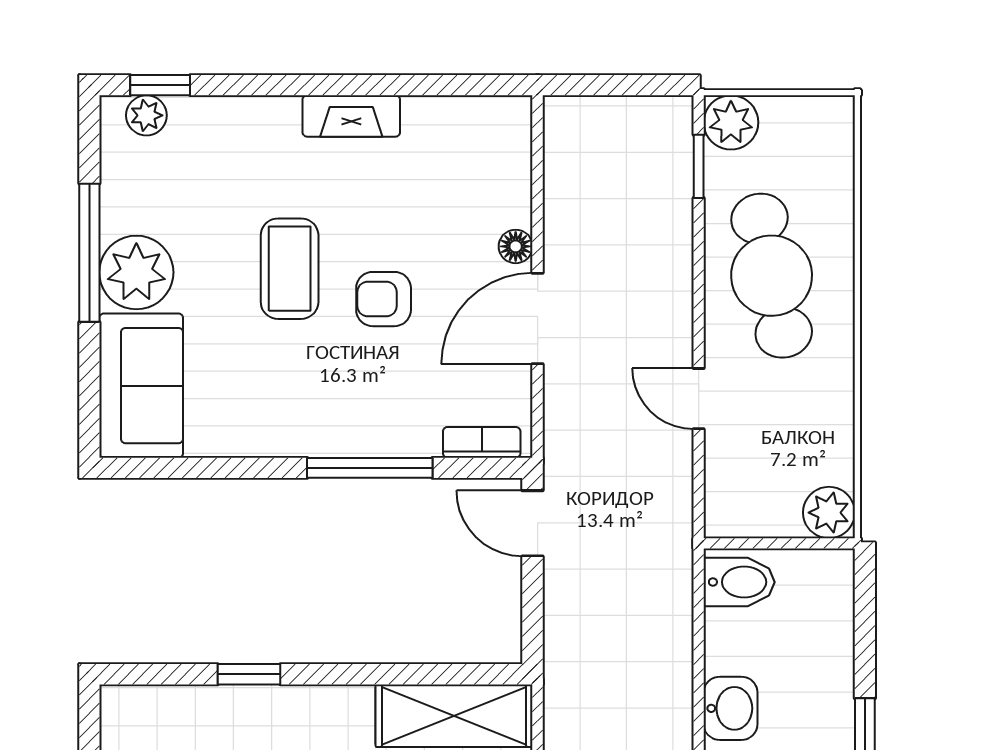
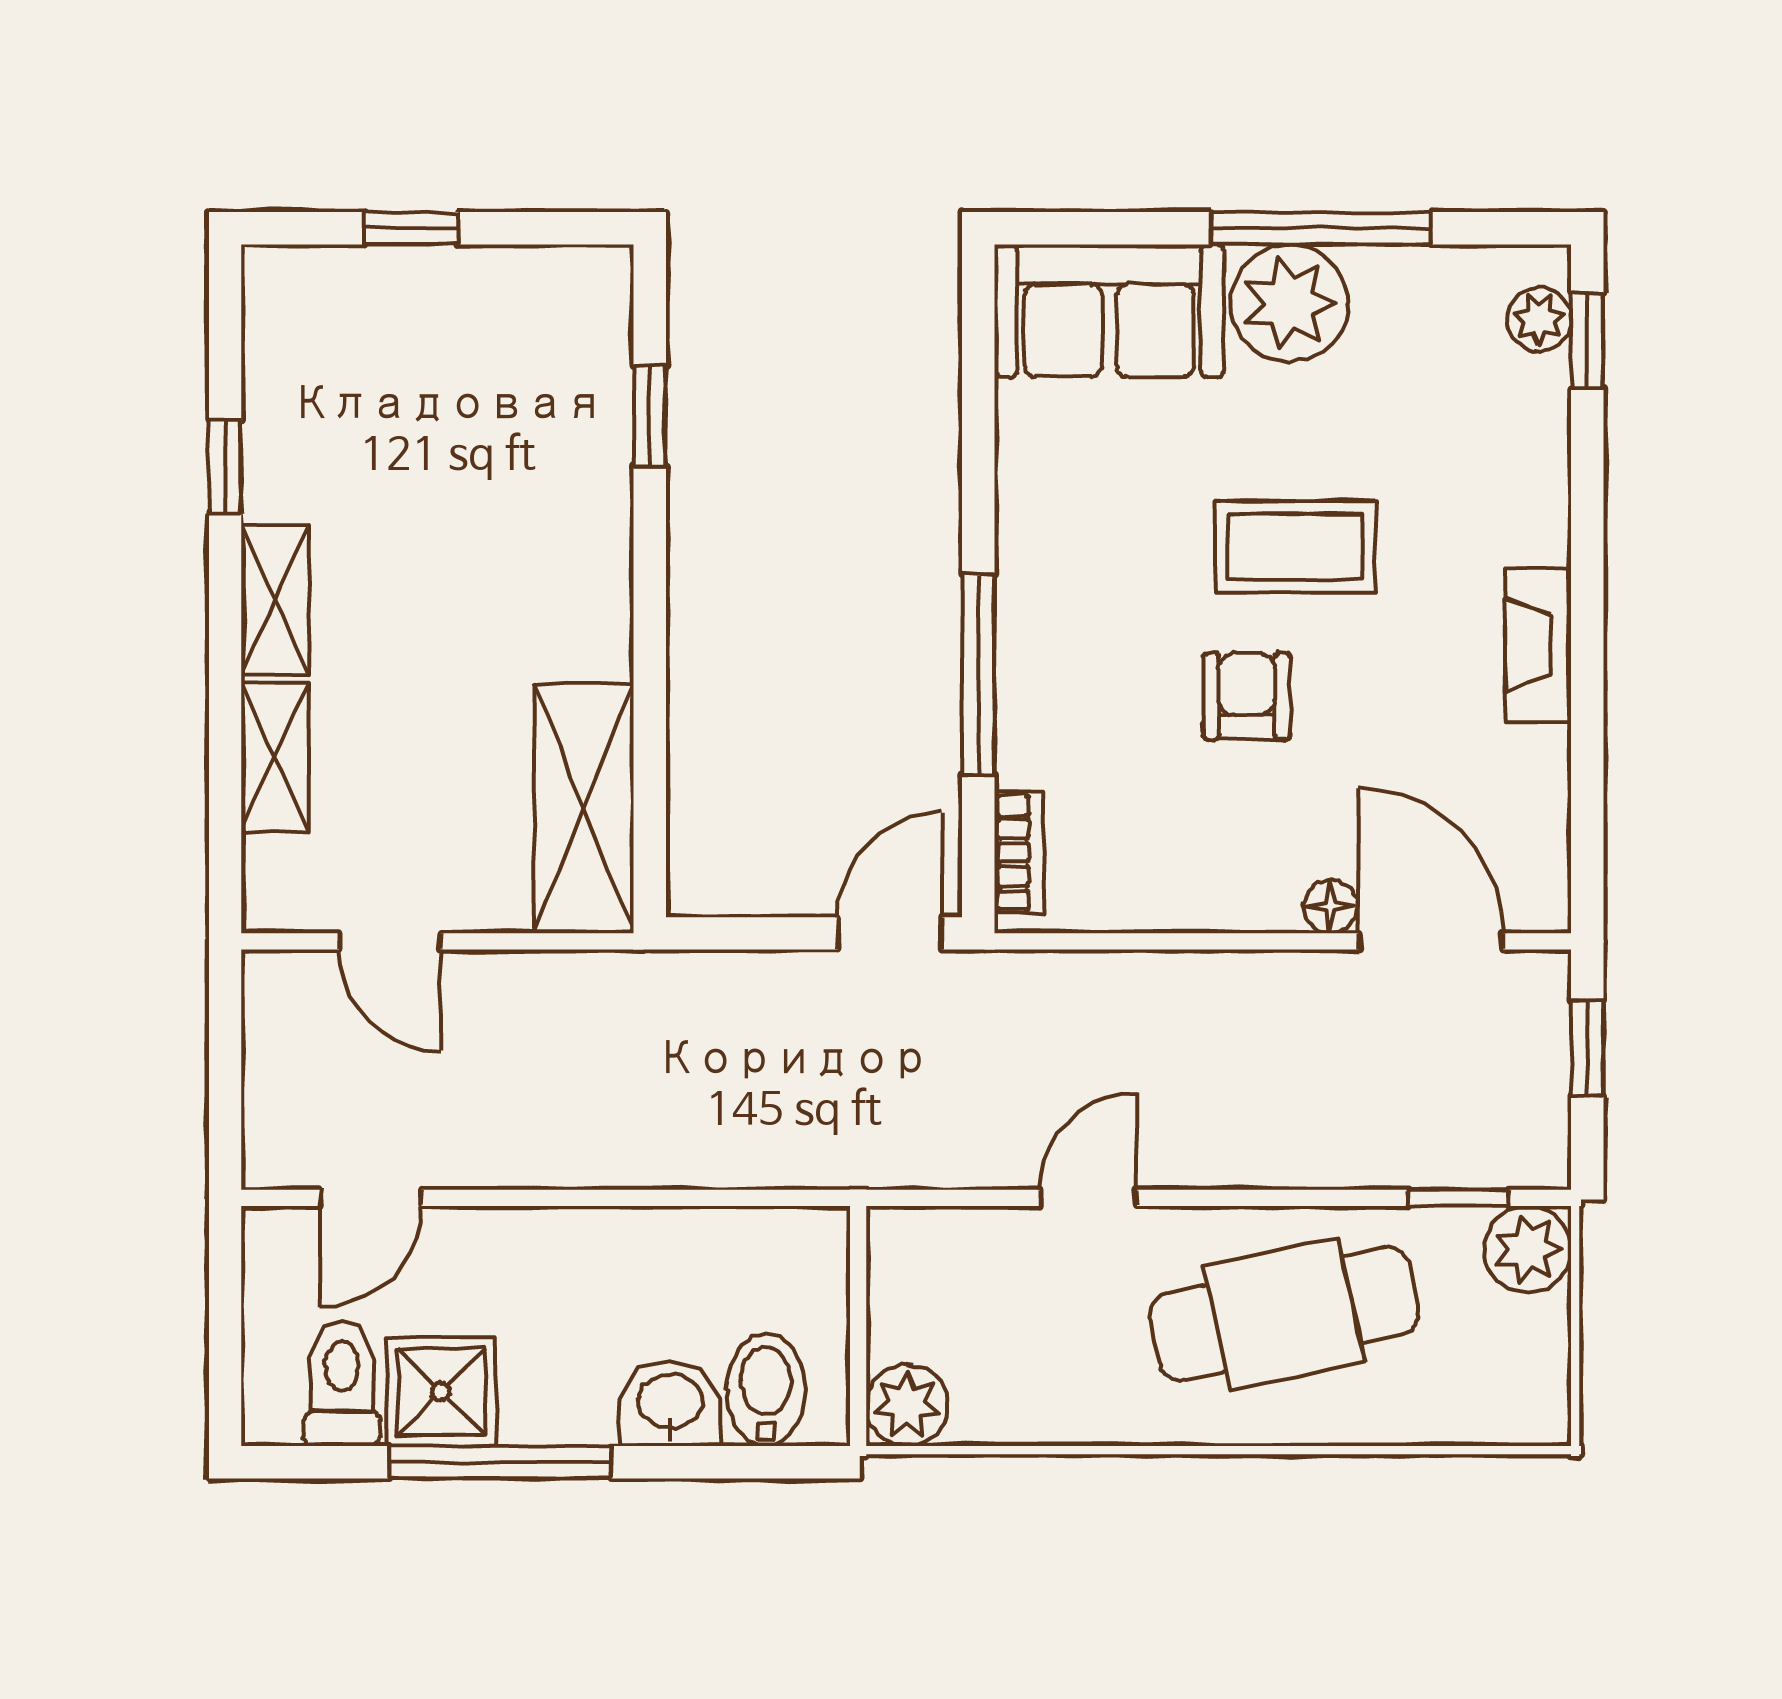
window: (605, 85) -> (1587, 1048), added
door: (538, 319) -> (1431, 941), moved
bidet: (739, 582) -> (766, 1390), moved, turned 180
window: (249, 674) -> (650, 416), moved
washbasin: (731, 708) -> (670, 1403), moved, turned 180

